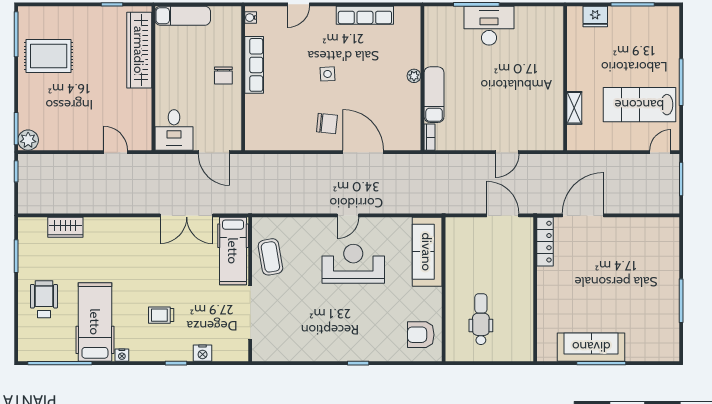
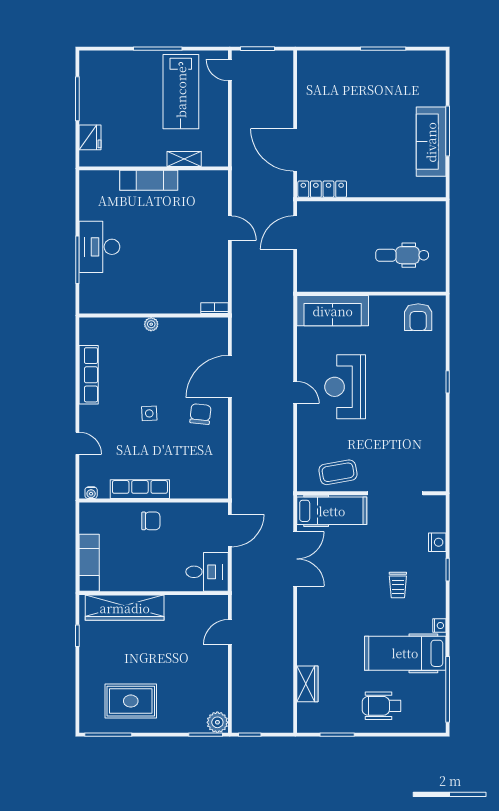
rug: (49, 56) -> (131, 701), turned 90
exam couch: (434, 95) -> (149, 180), moved, turned 180

